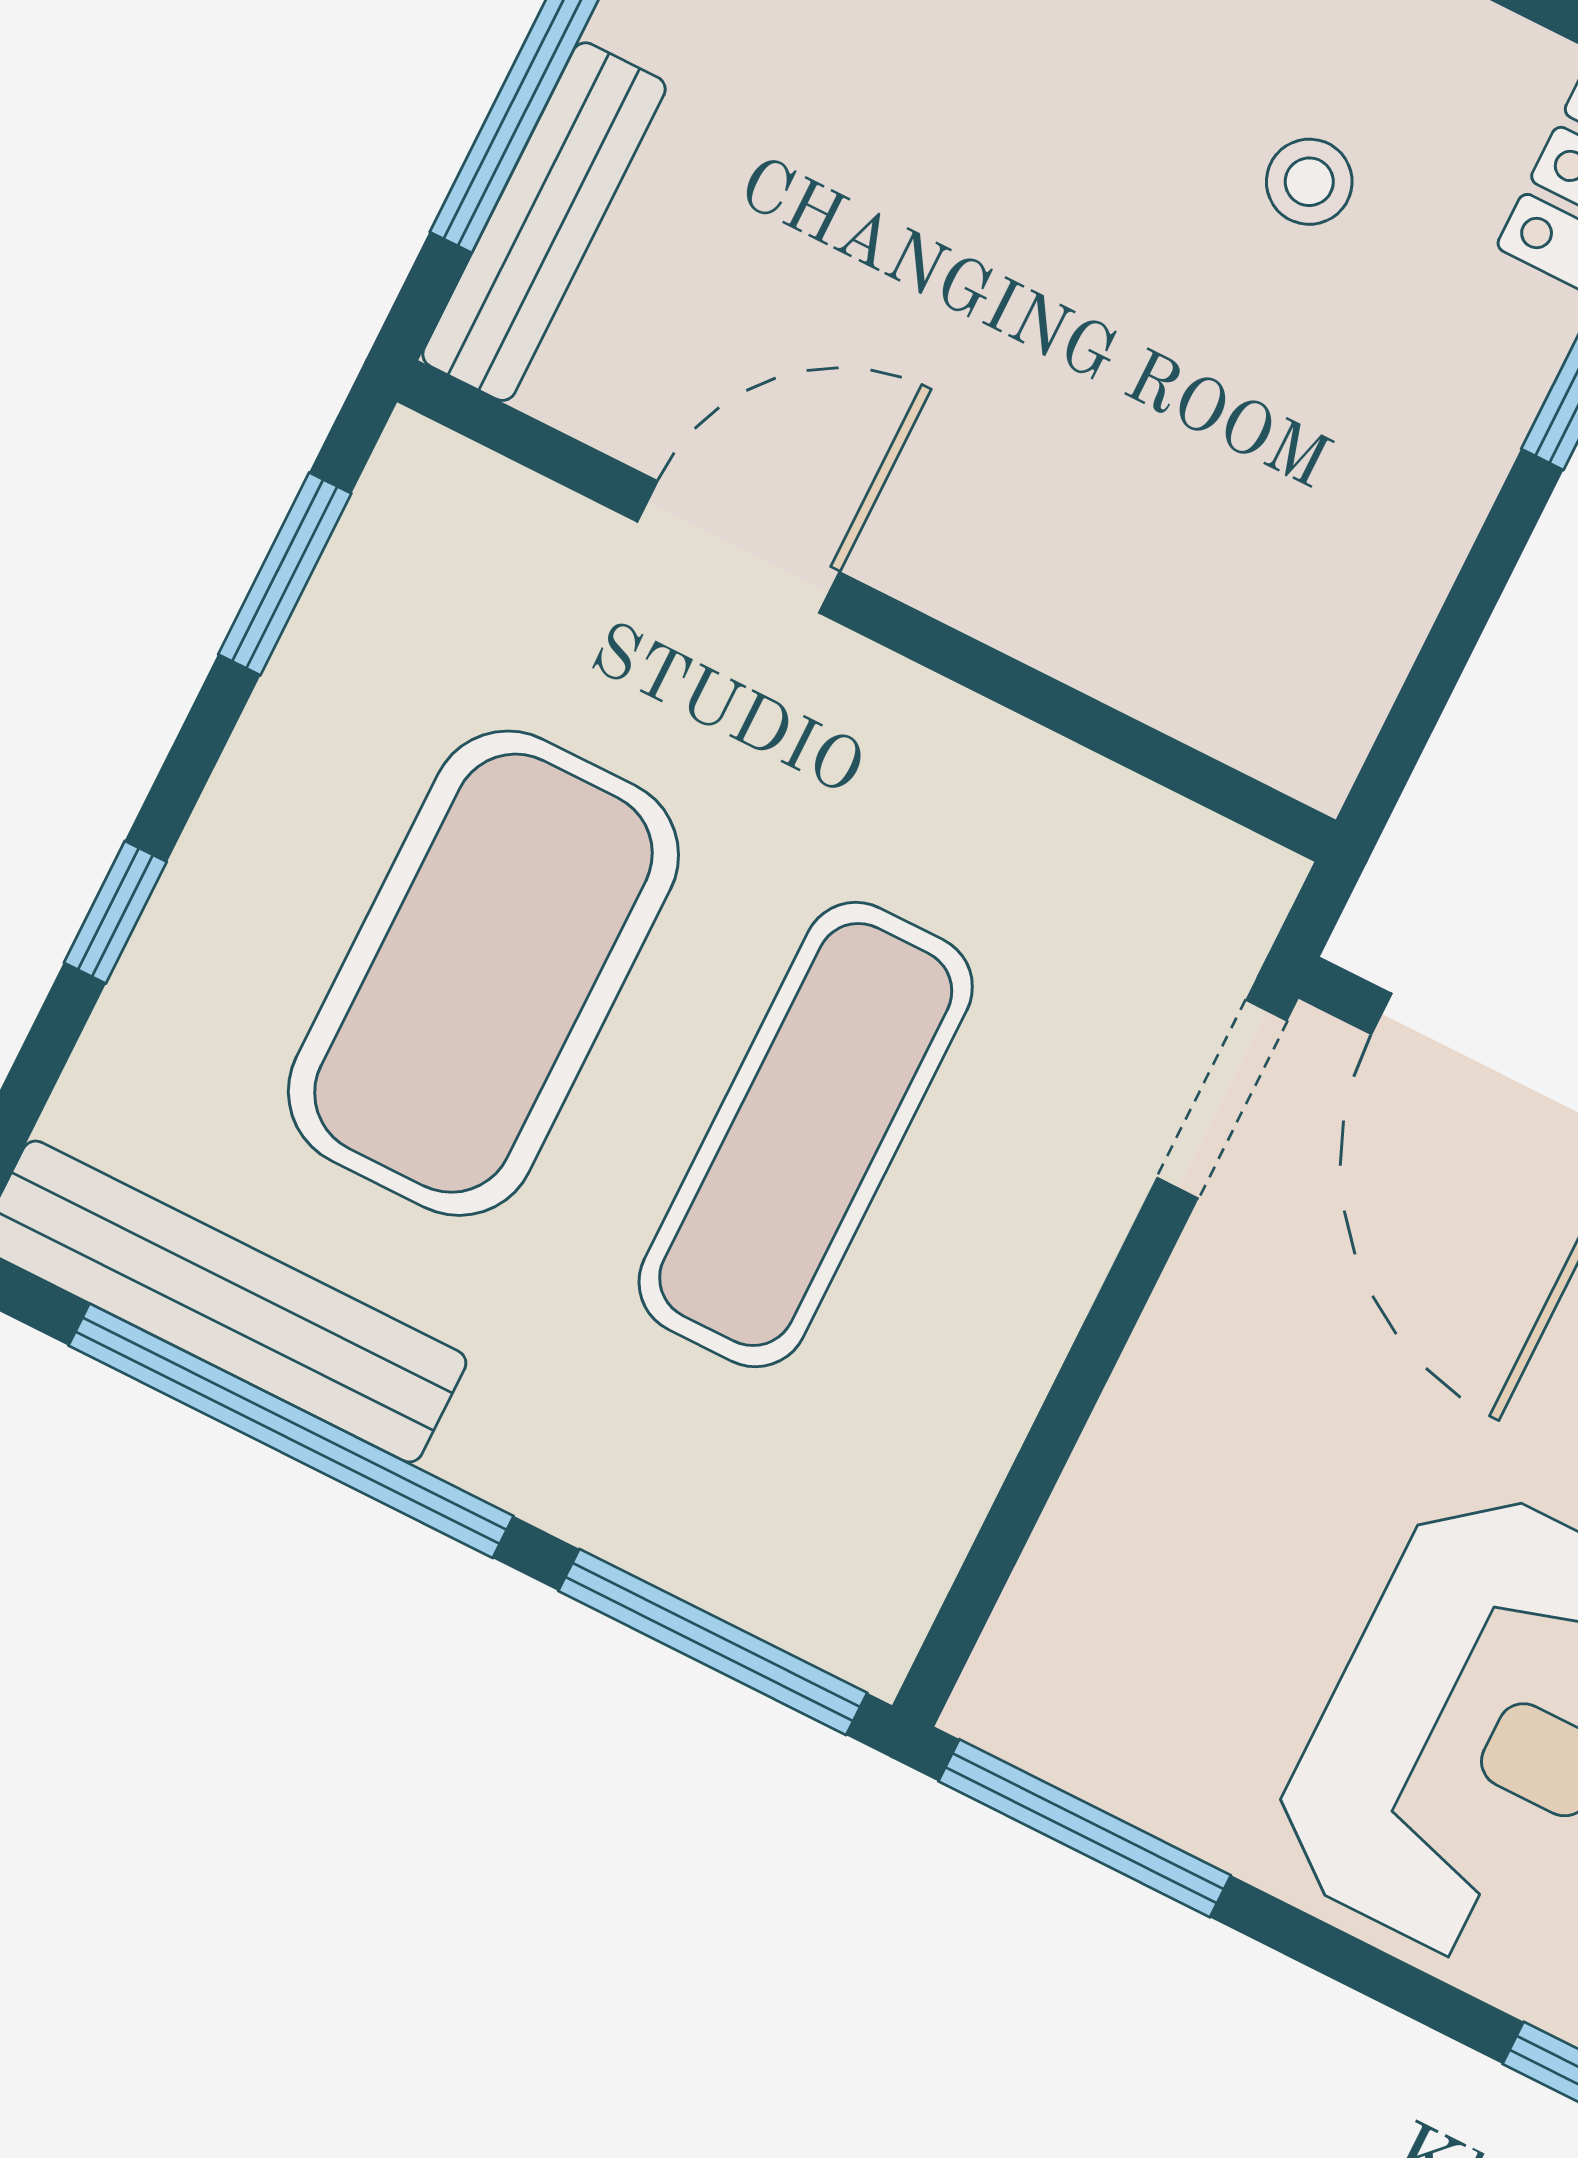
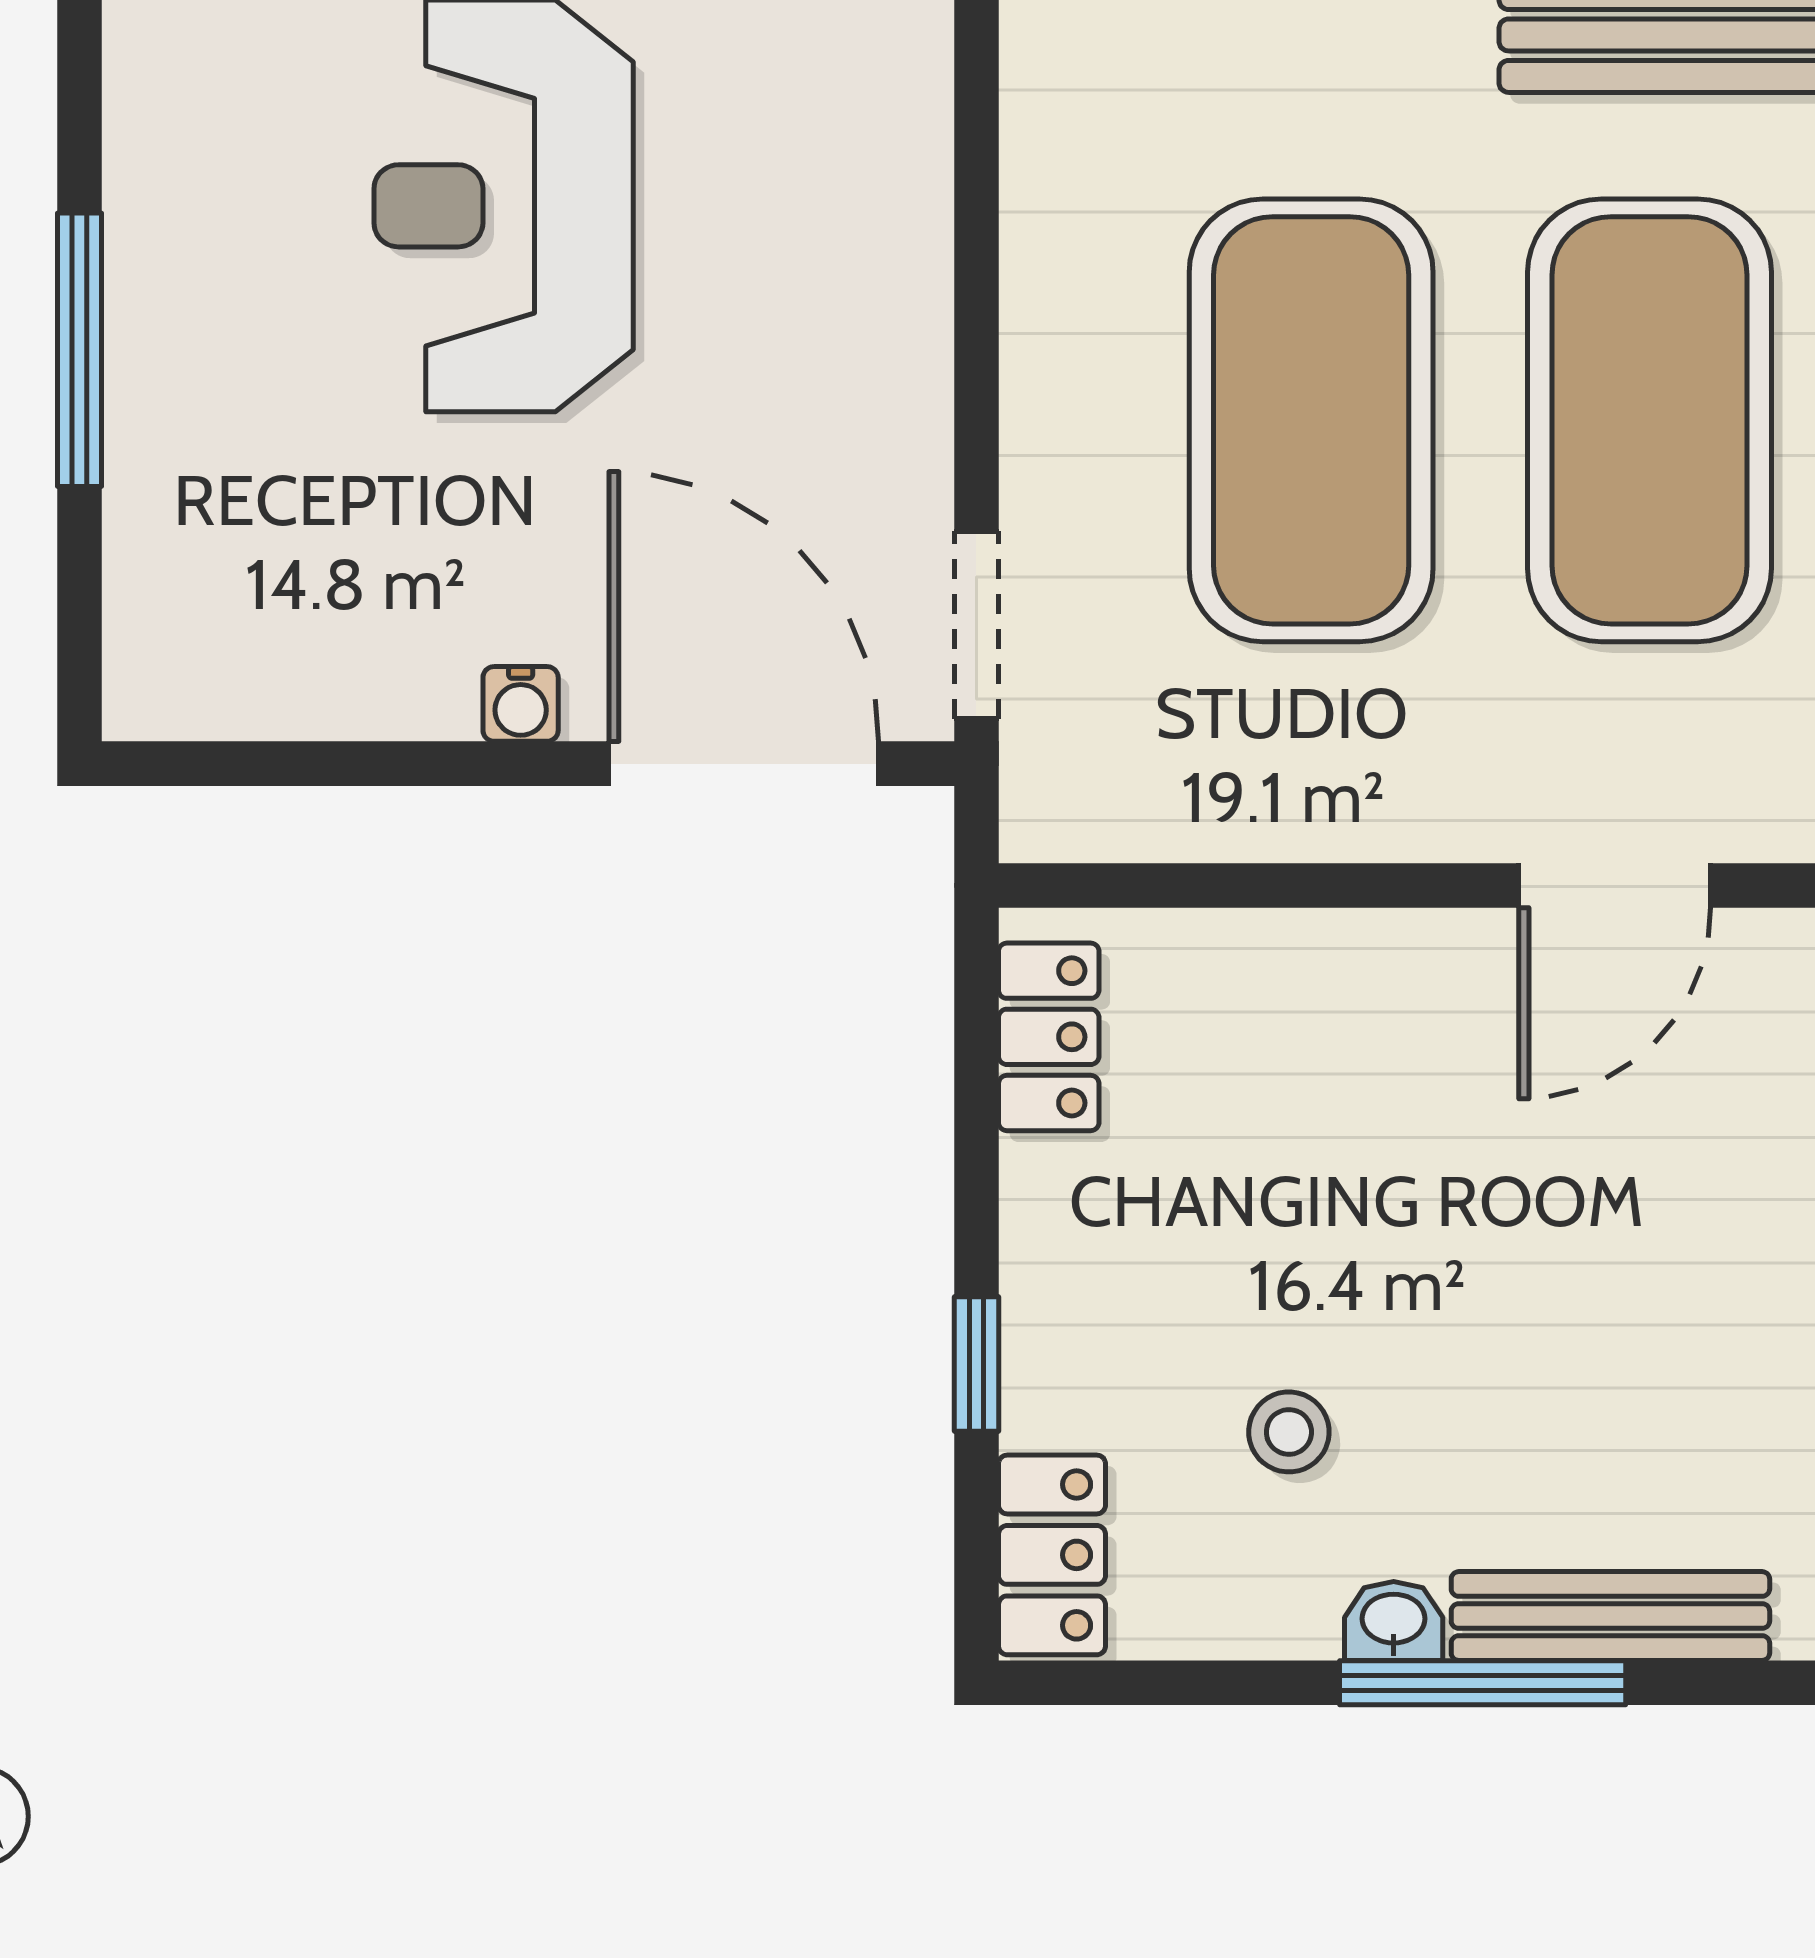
locker: (1350, 673) -> (1049, 1037), added
exercise mat: (806, 1135) -> (1311, 420), width x1.47

